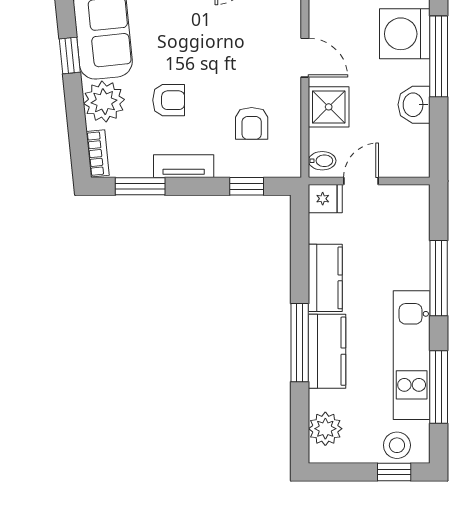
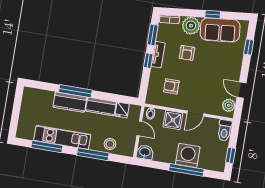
washing machine: (405, 34) -> (188, 155), moved
washbasin: (414, 105) -> (145, 152), moved
window: (247, 186) -> (148, 61), moved
fridge: (325, 199) -> (122, 110), moved
plant: (325, 429) -> (37, 96), removed
stool: (397, 445) -> (110, 144), moved
window: (394, 472) -> (14, 122), removed

